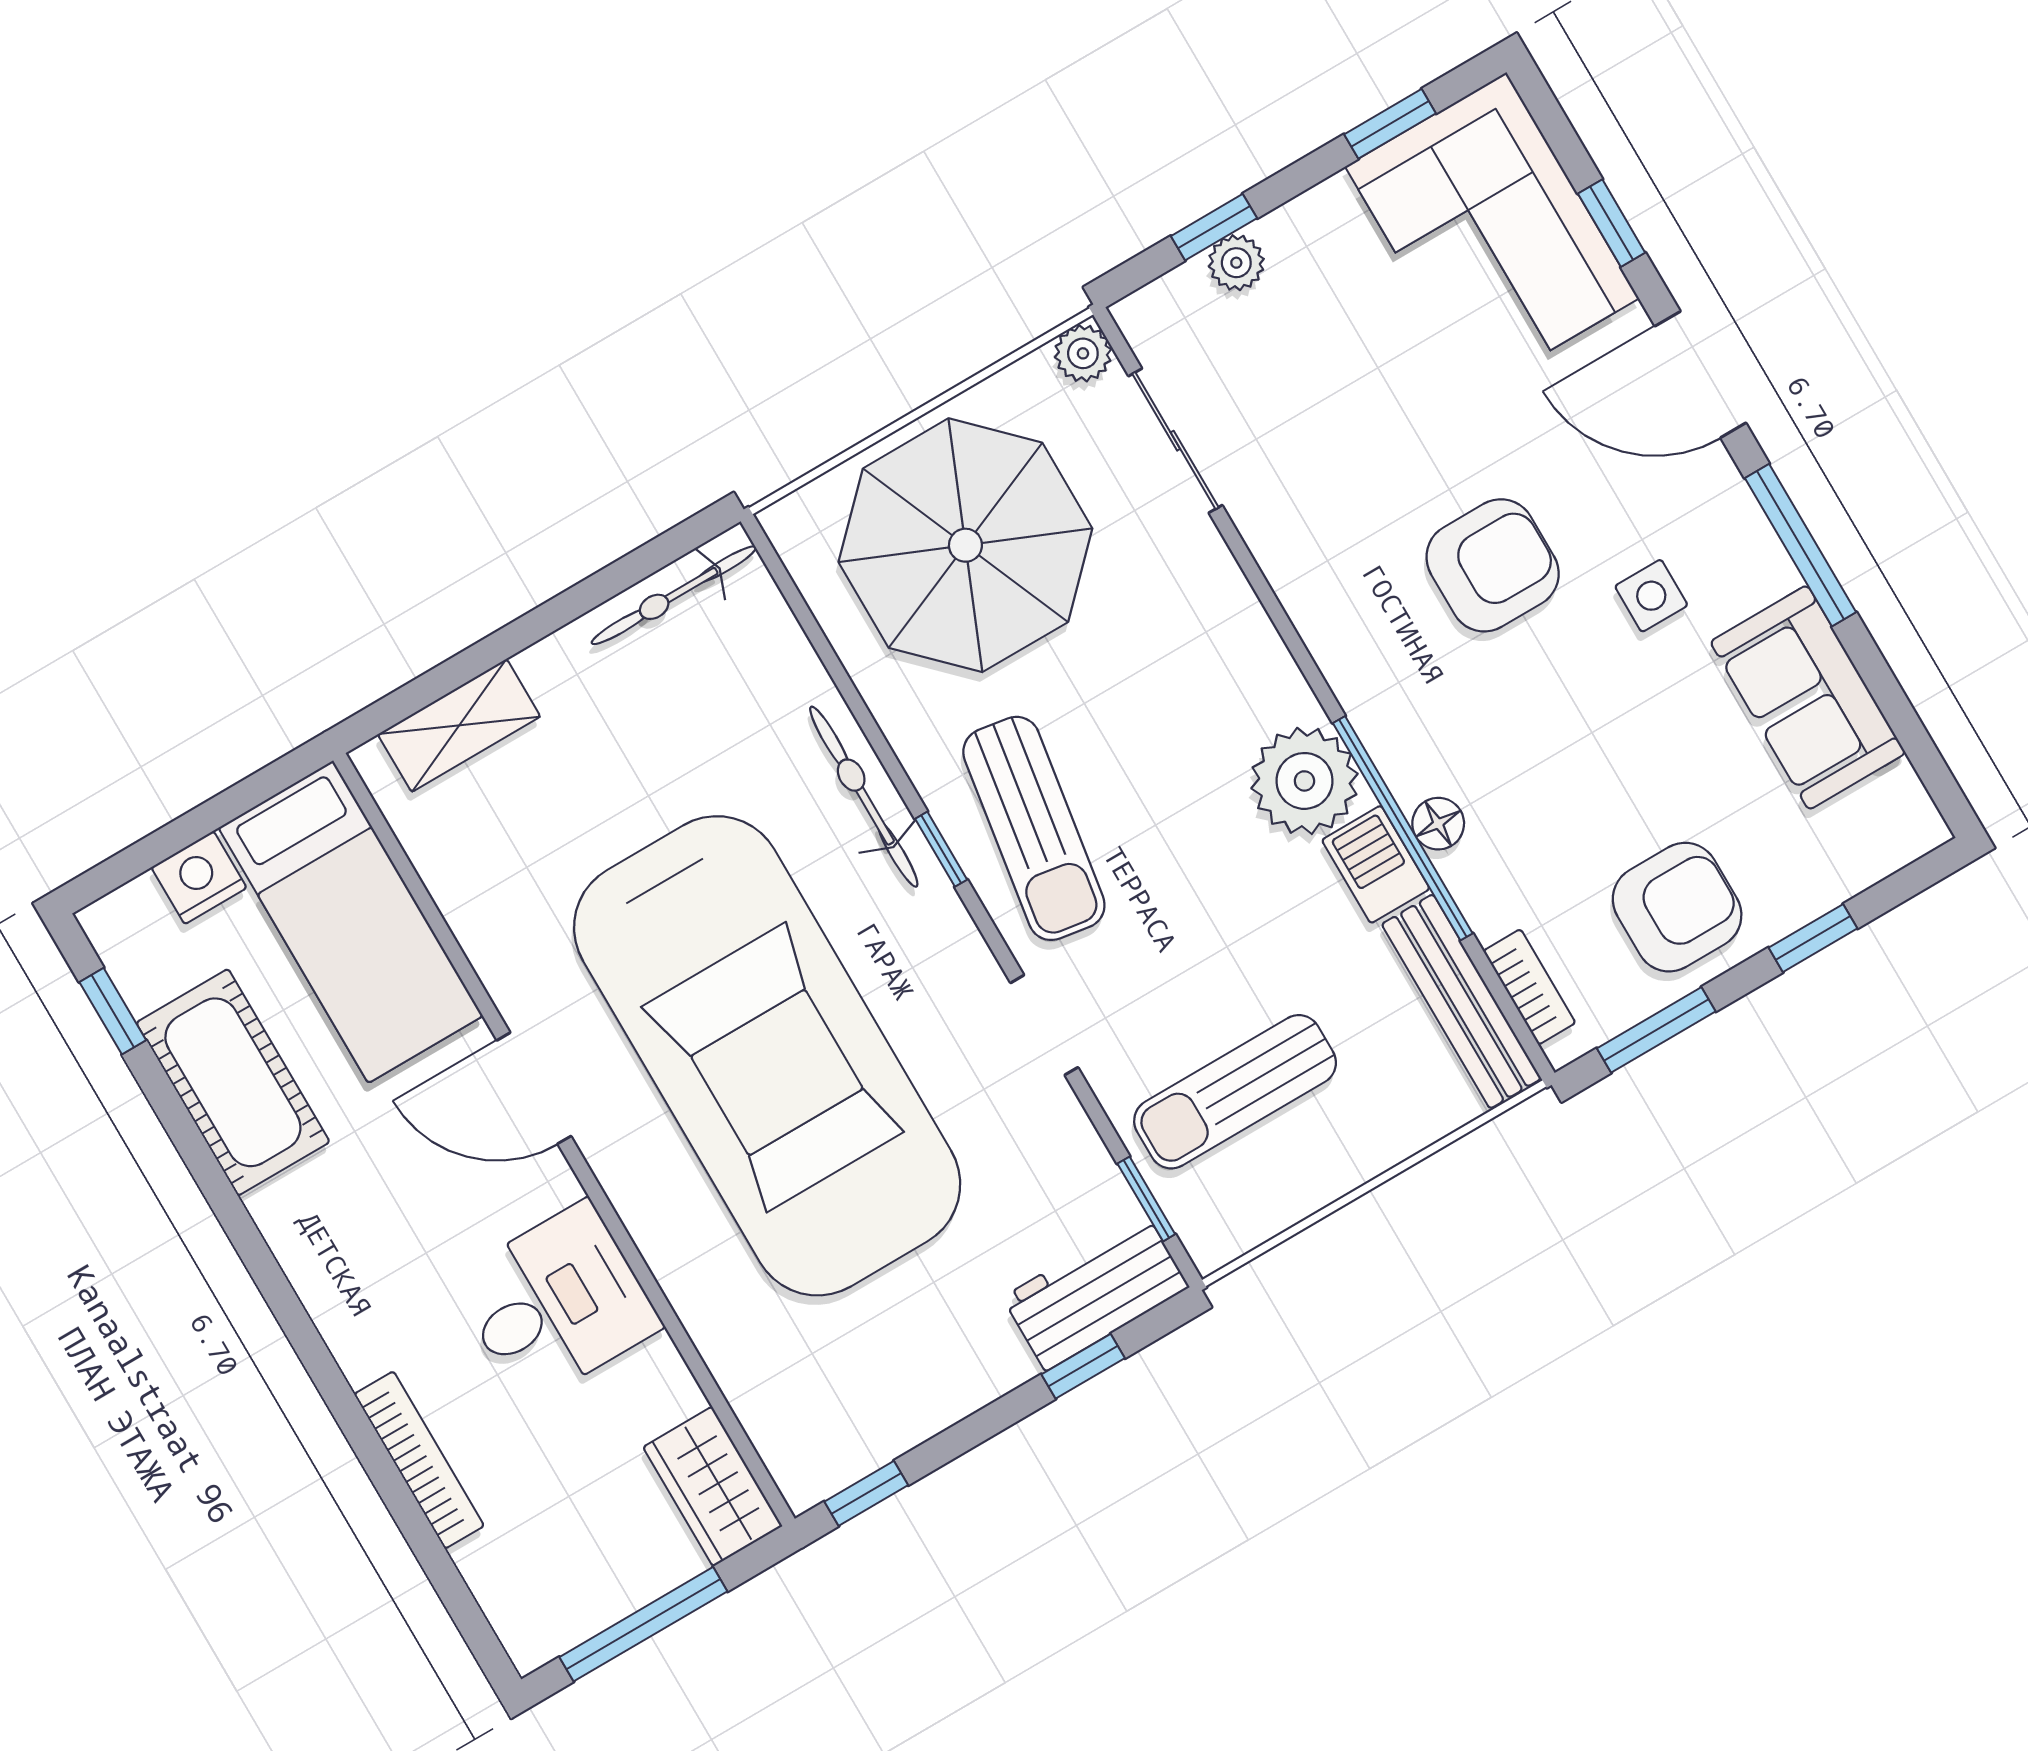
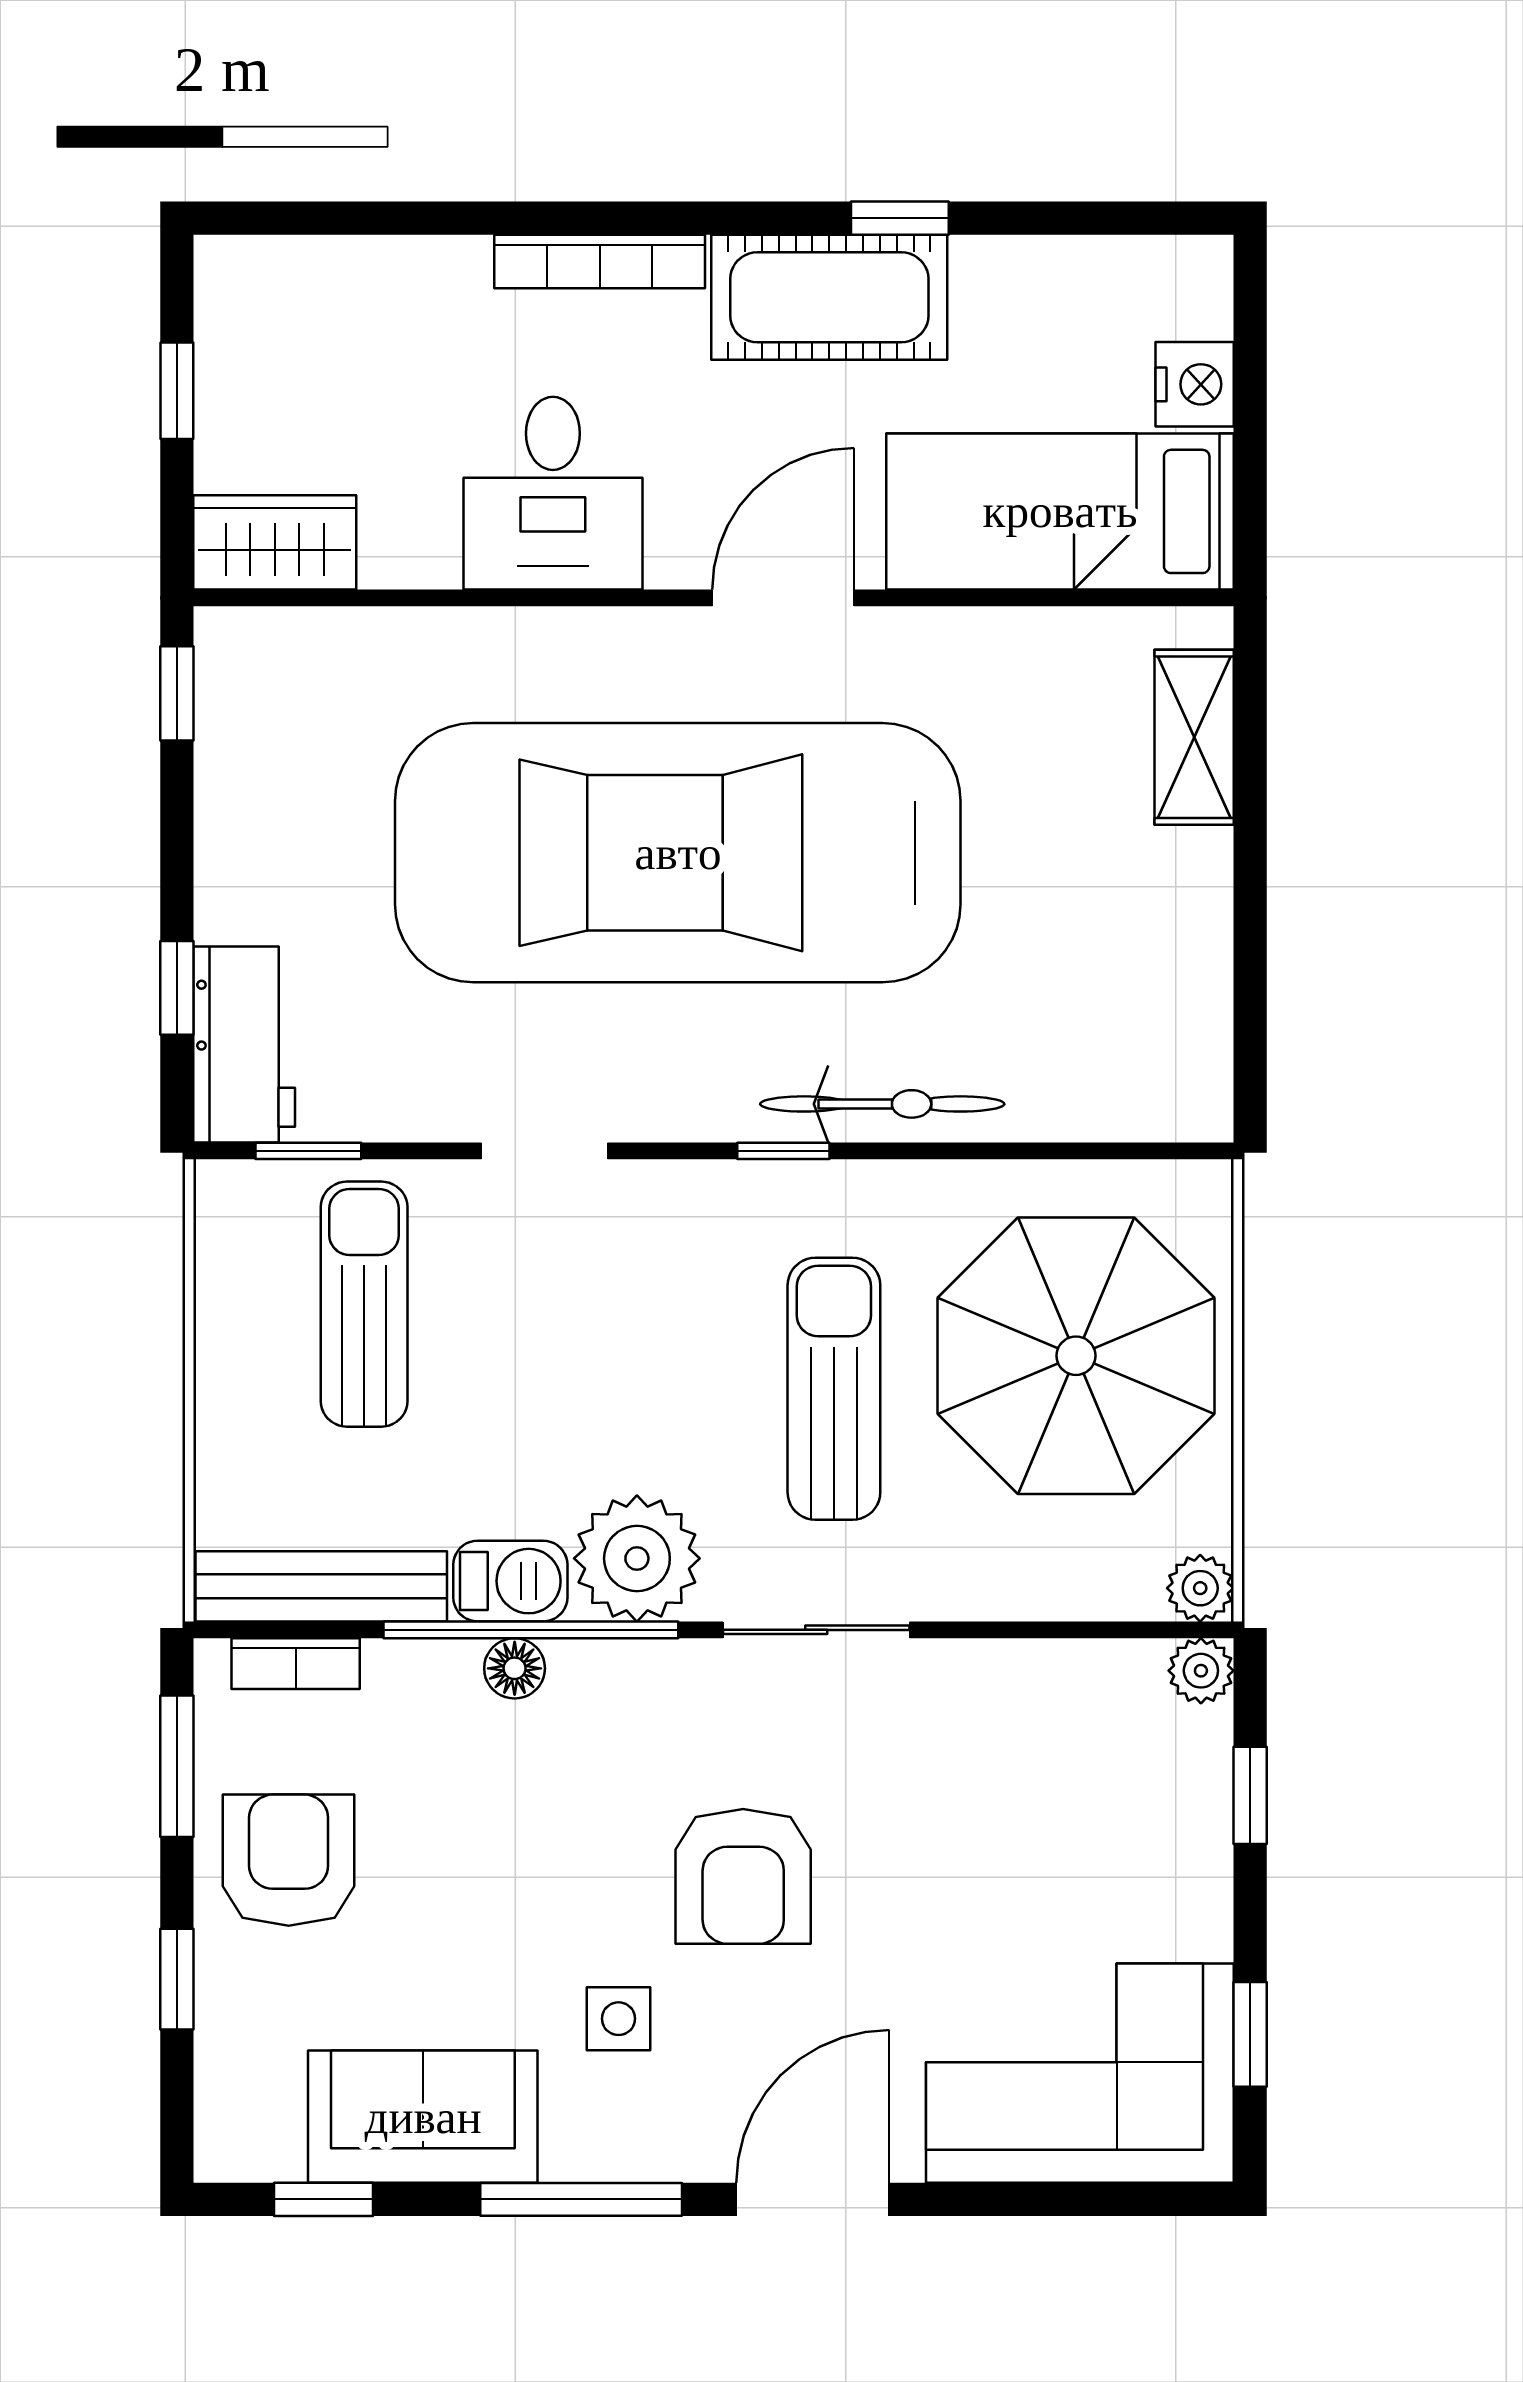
window: (1612, 223) -> (323, 2199), moved
plant: (1236, 263) -> (1201, 1671), moved
sliding door: (1175, 441) -> (816, 1630), moved
bicycle: (674, 595) -> (1198, 1031), removed
sun lounger: (1034, 828) -> (834, 1389), moved, turned 81
armchair: (1677, 907) -> (289, 1860), turned 180
window: (113, 1011) -> (900, 218), moved
cot: (233, 1082) -> (829, 297), moved
bookcase: (419, 1460) -> (600, 262), moved
window: (643, 1624) -> (177, 391), width x0.46

